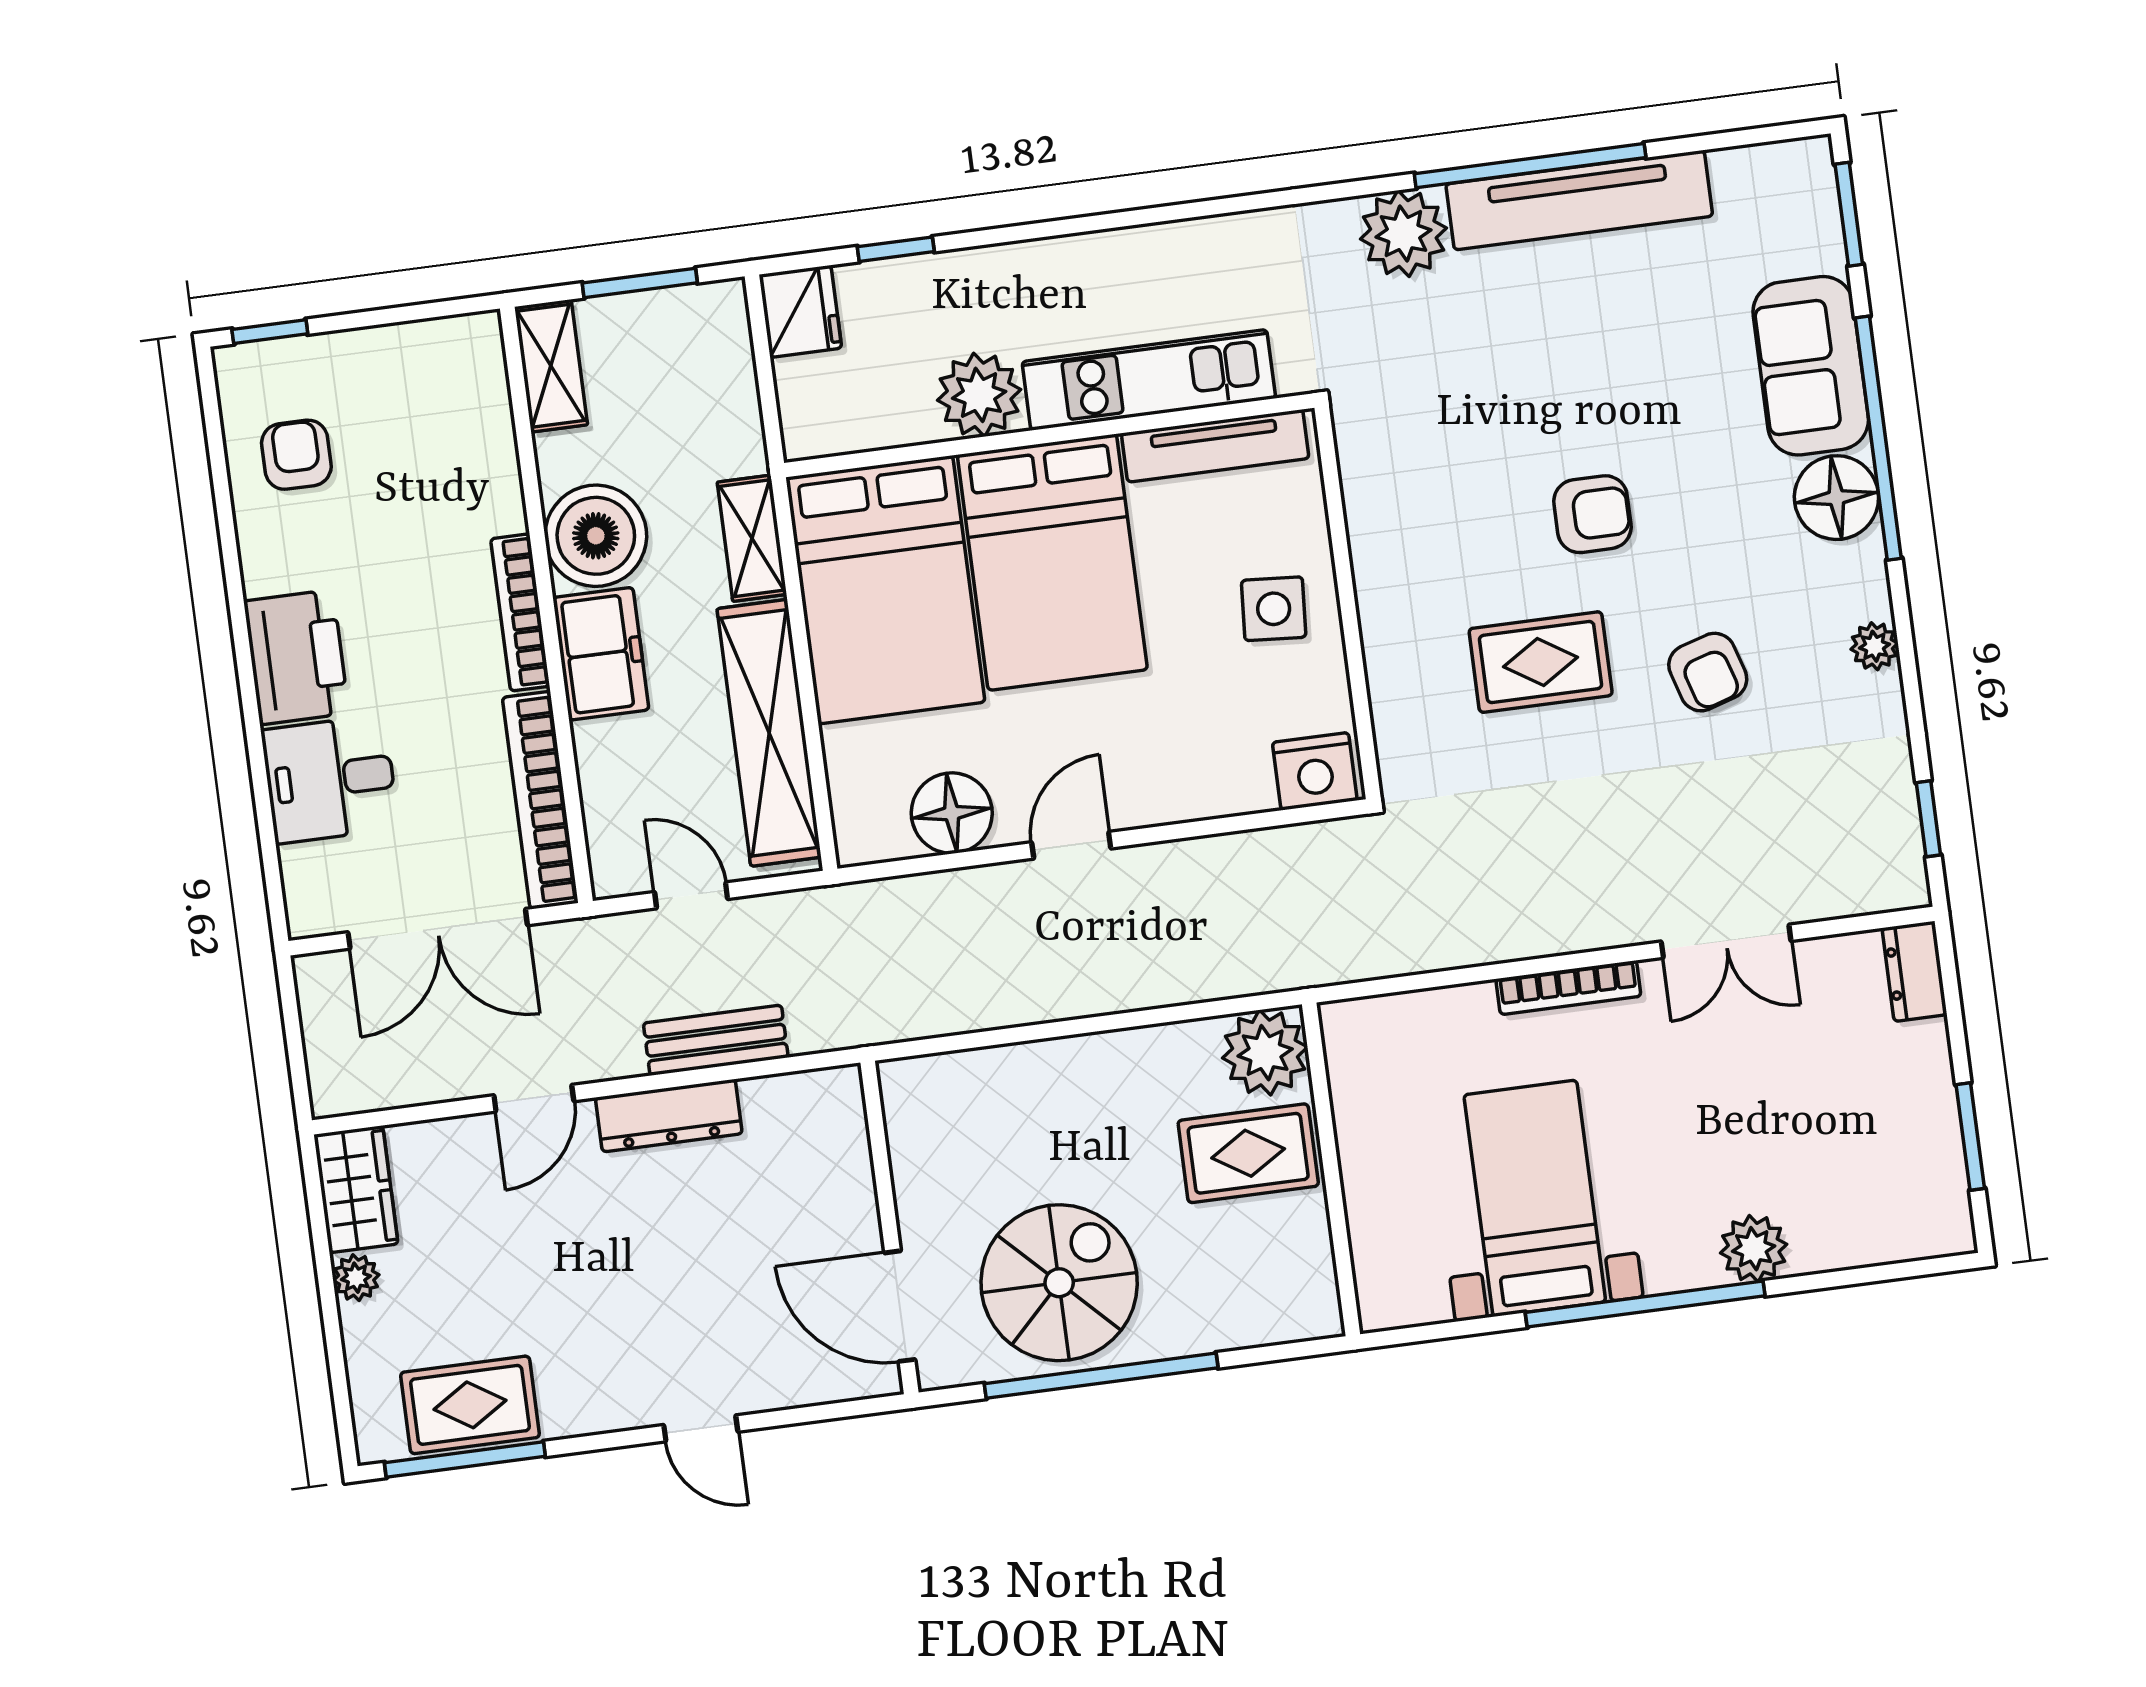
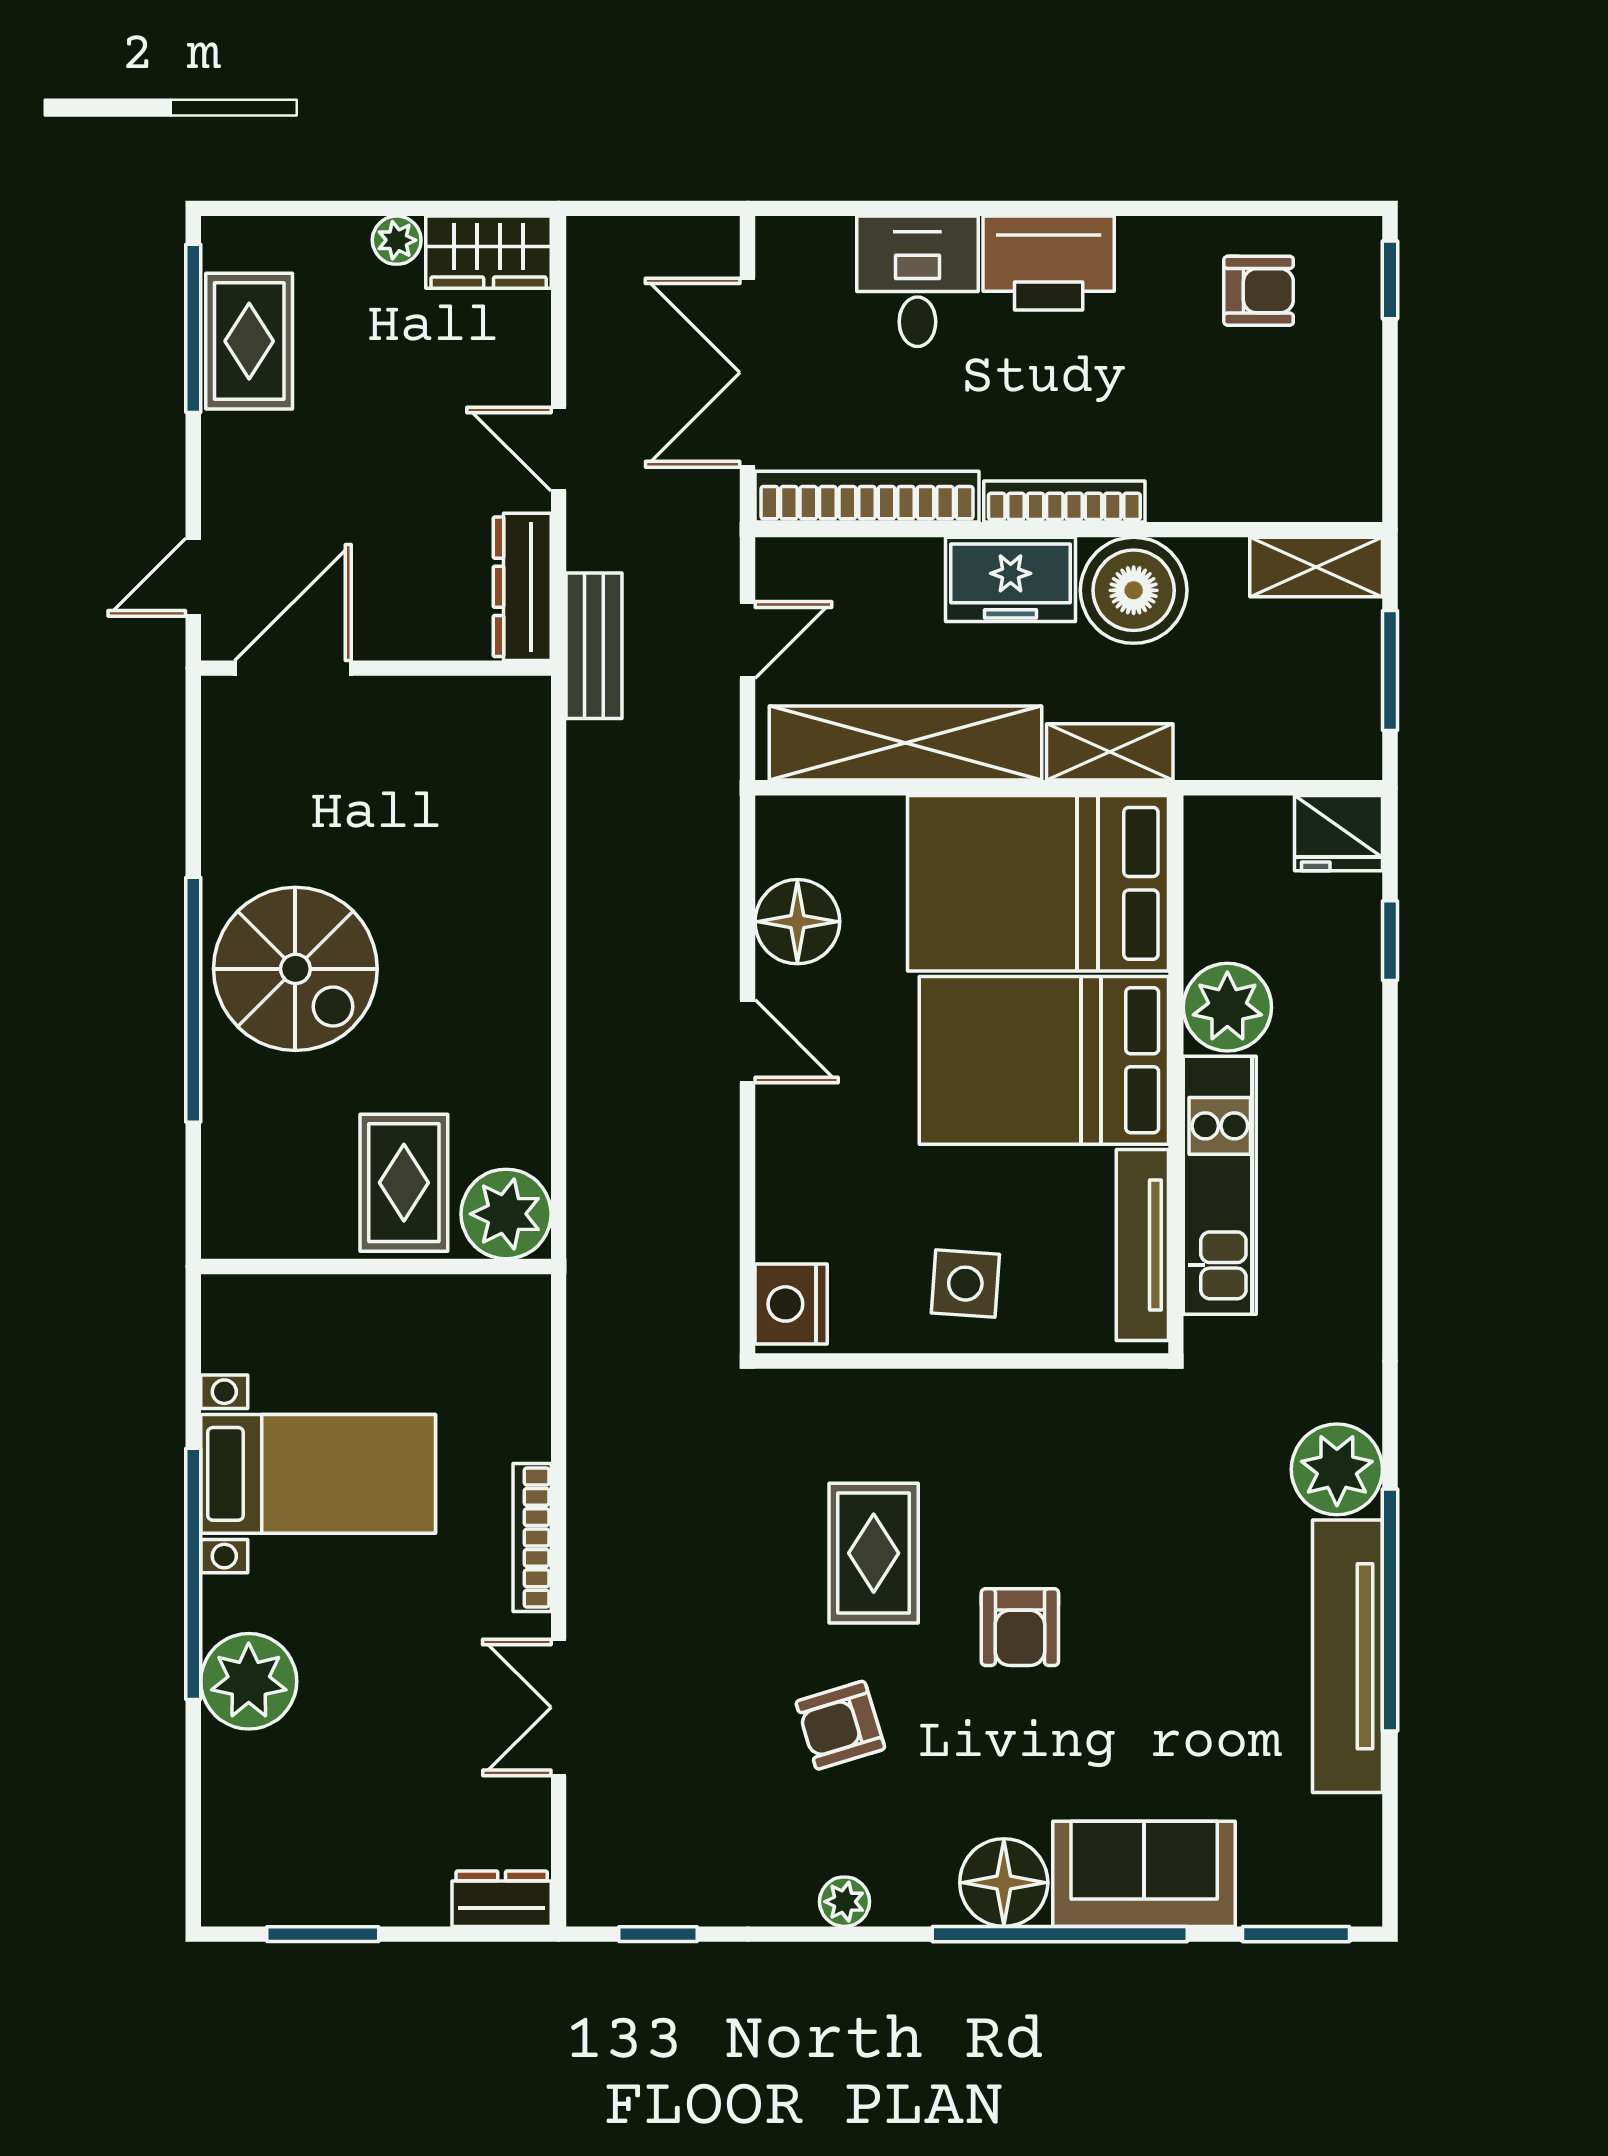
wall: (889, 1227) -> (376, 668), moved
plant: (1754, 1249) -> (249, 1681), width x1.36, depth x1.36
door: (900, 1306) -> (293, 668), moved

